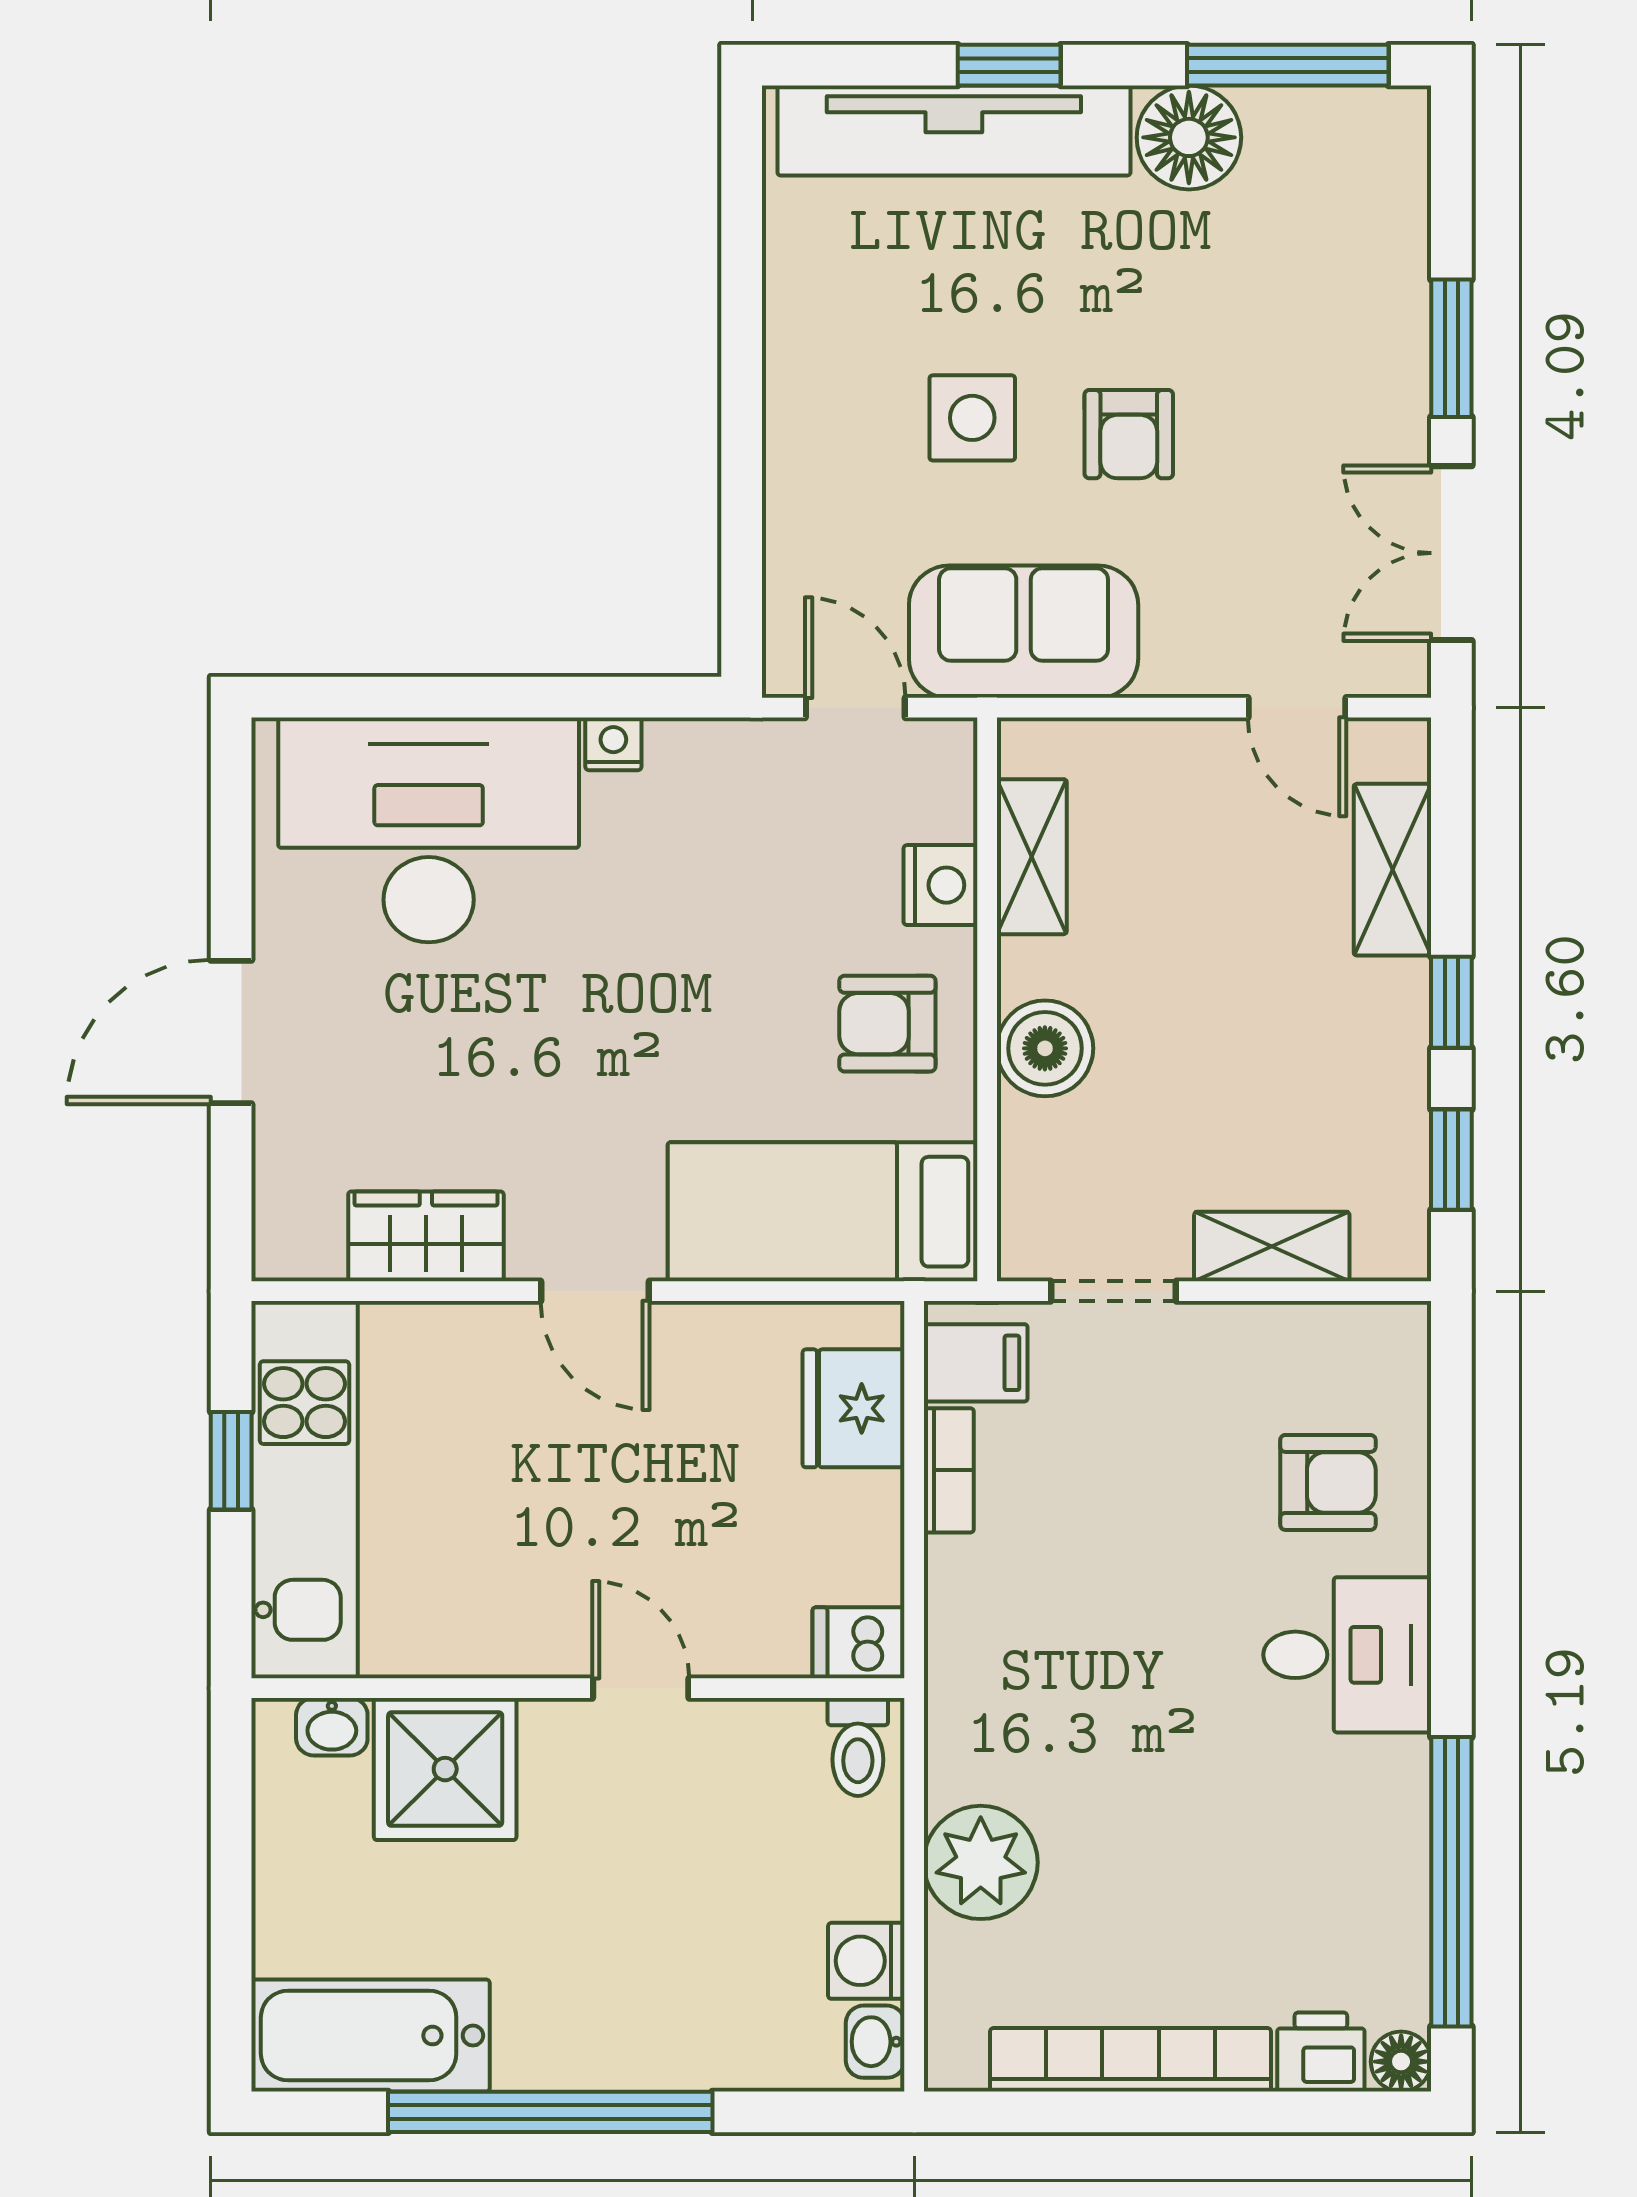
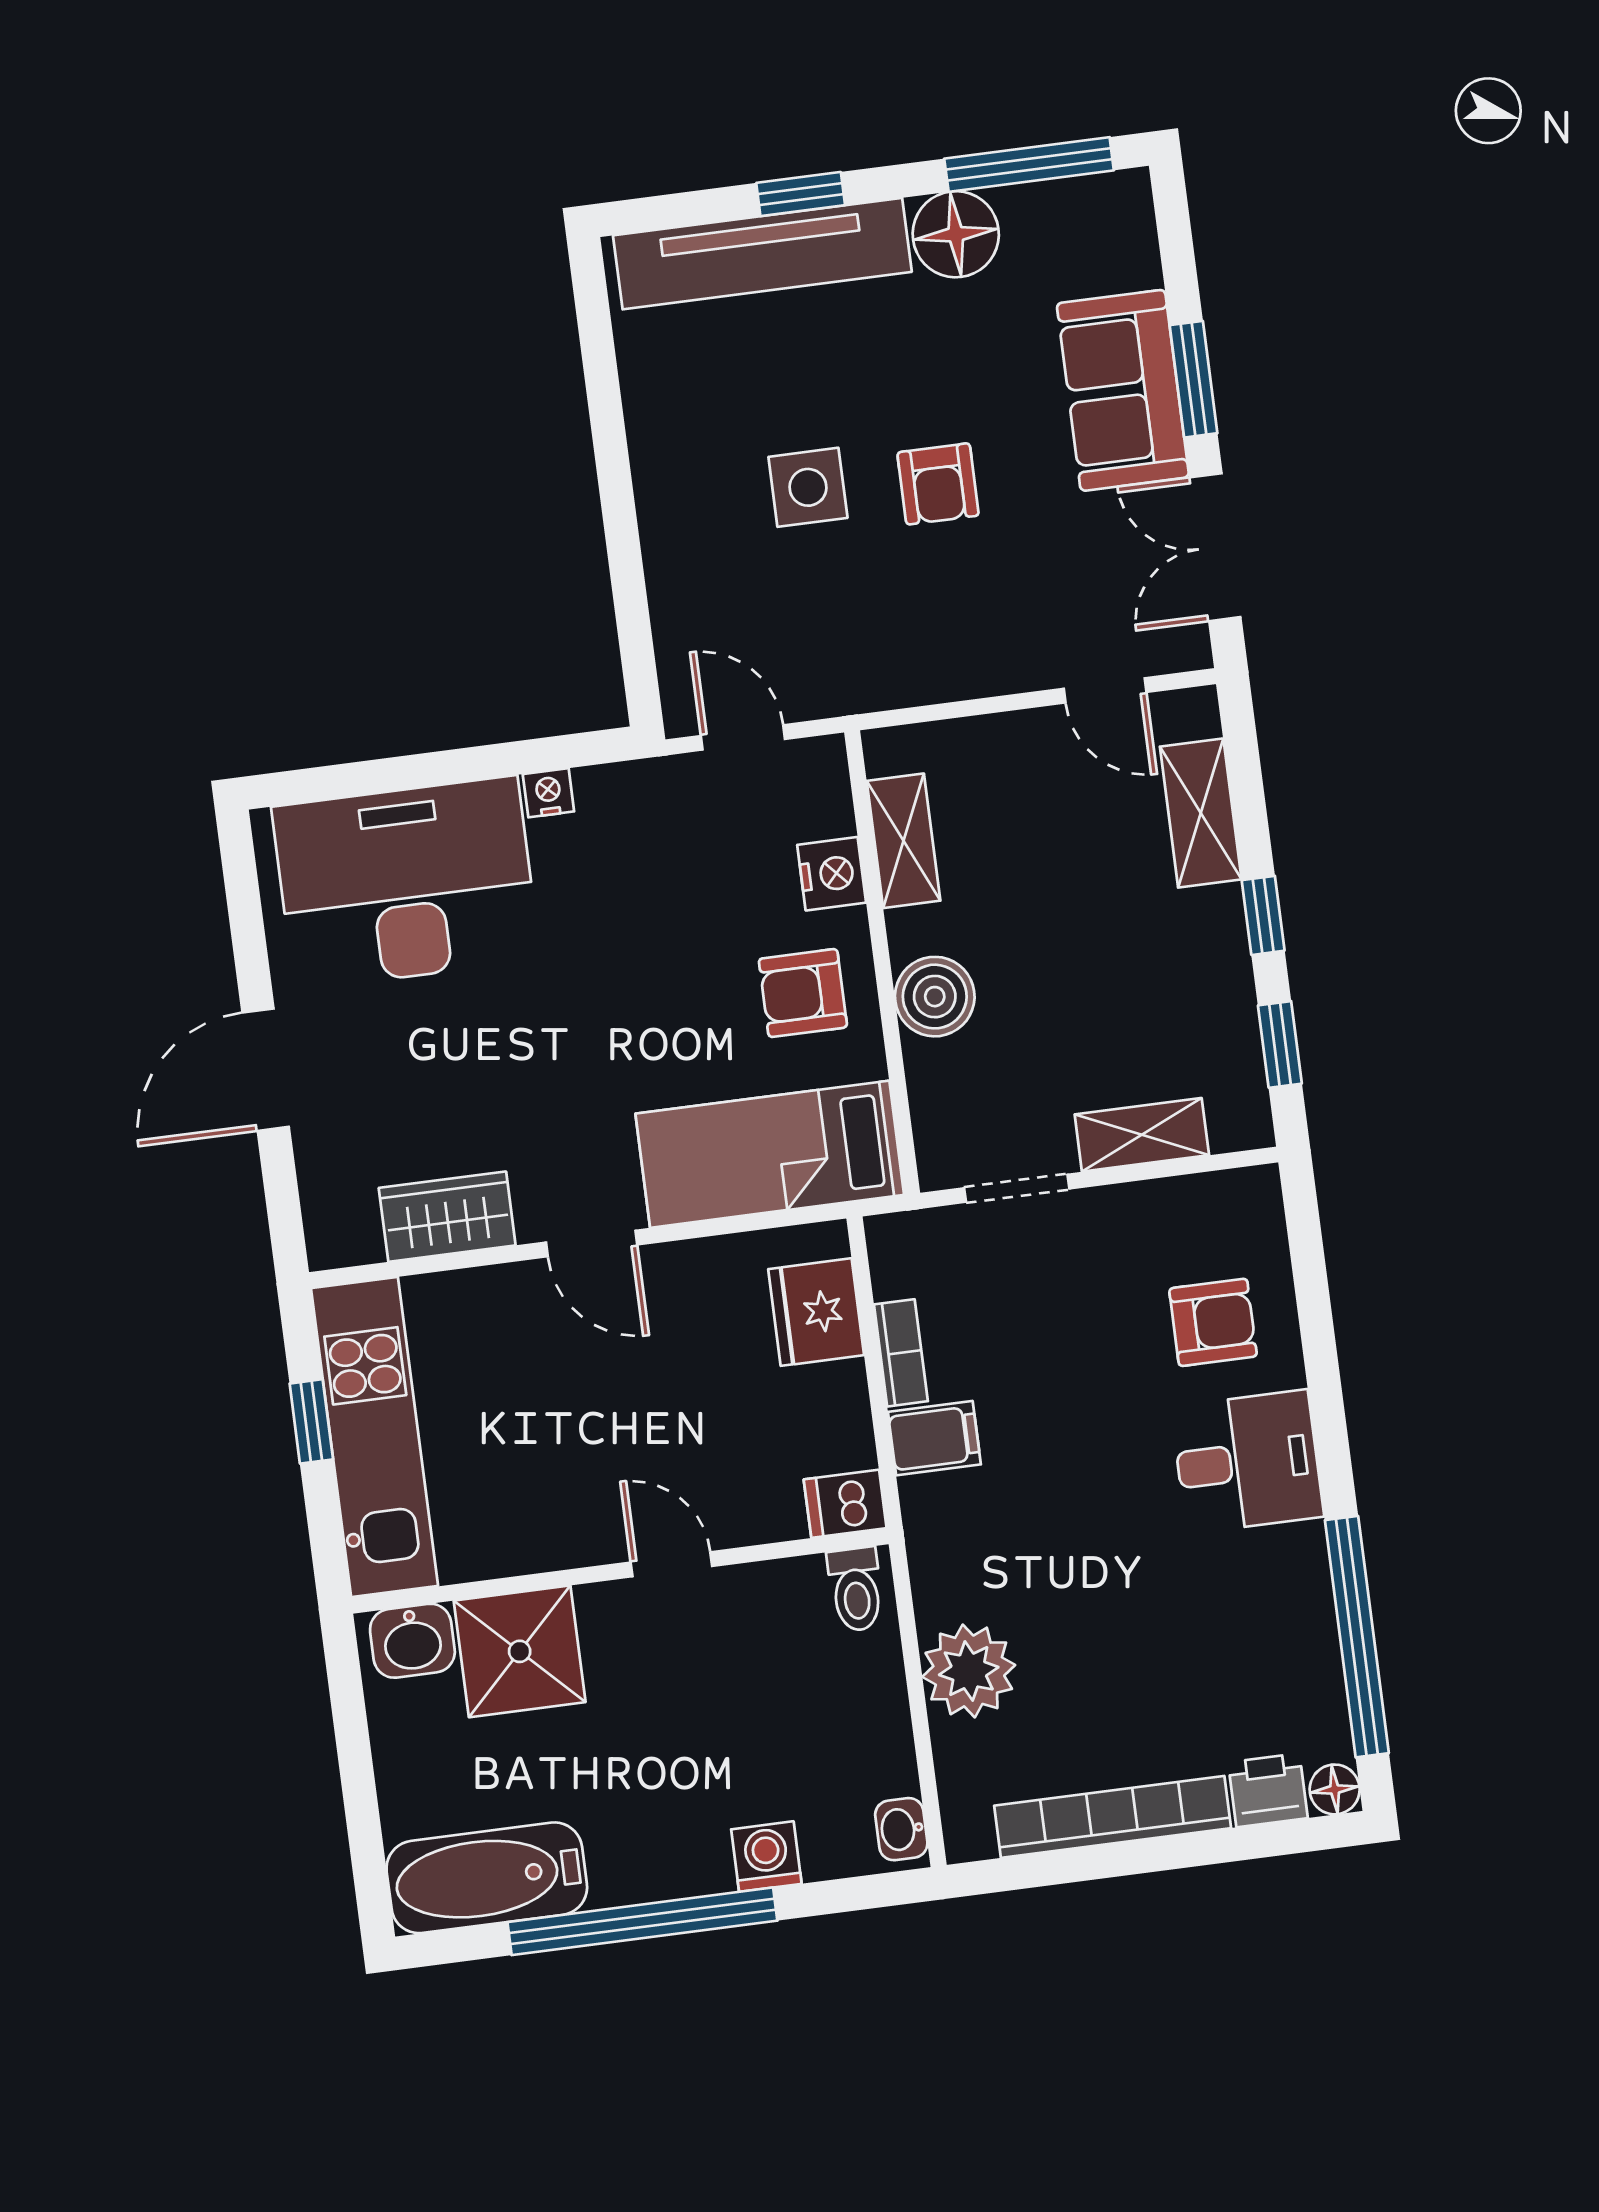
sofa: (1024, 632) -> (1123, 390), moved, turned -90
filing cabinet: (976, 1363) -> (934, 1438), moved
washbasin: (332, 1727) -> (412, 1641), width x1.38, depth x1.45
washing machine: (866, 1961) -> (766, 1857), moved, turned 90

